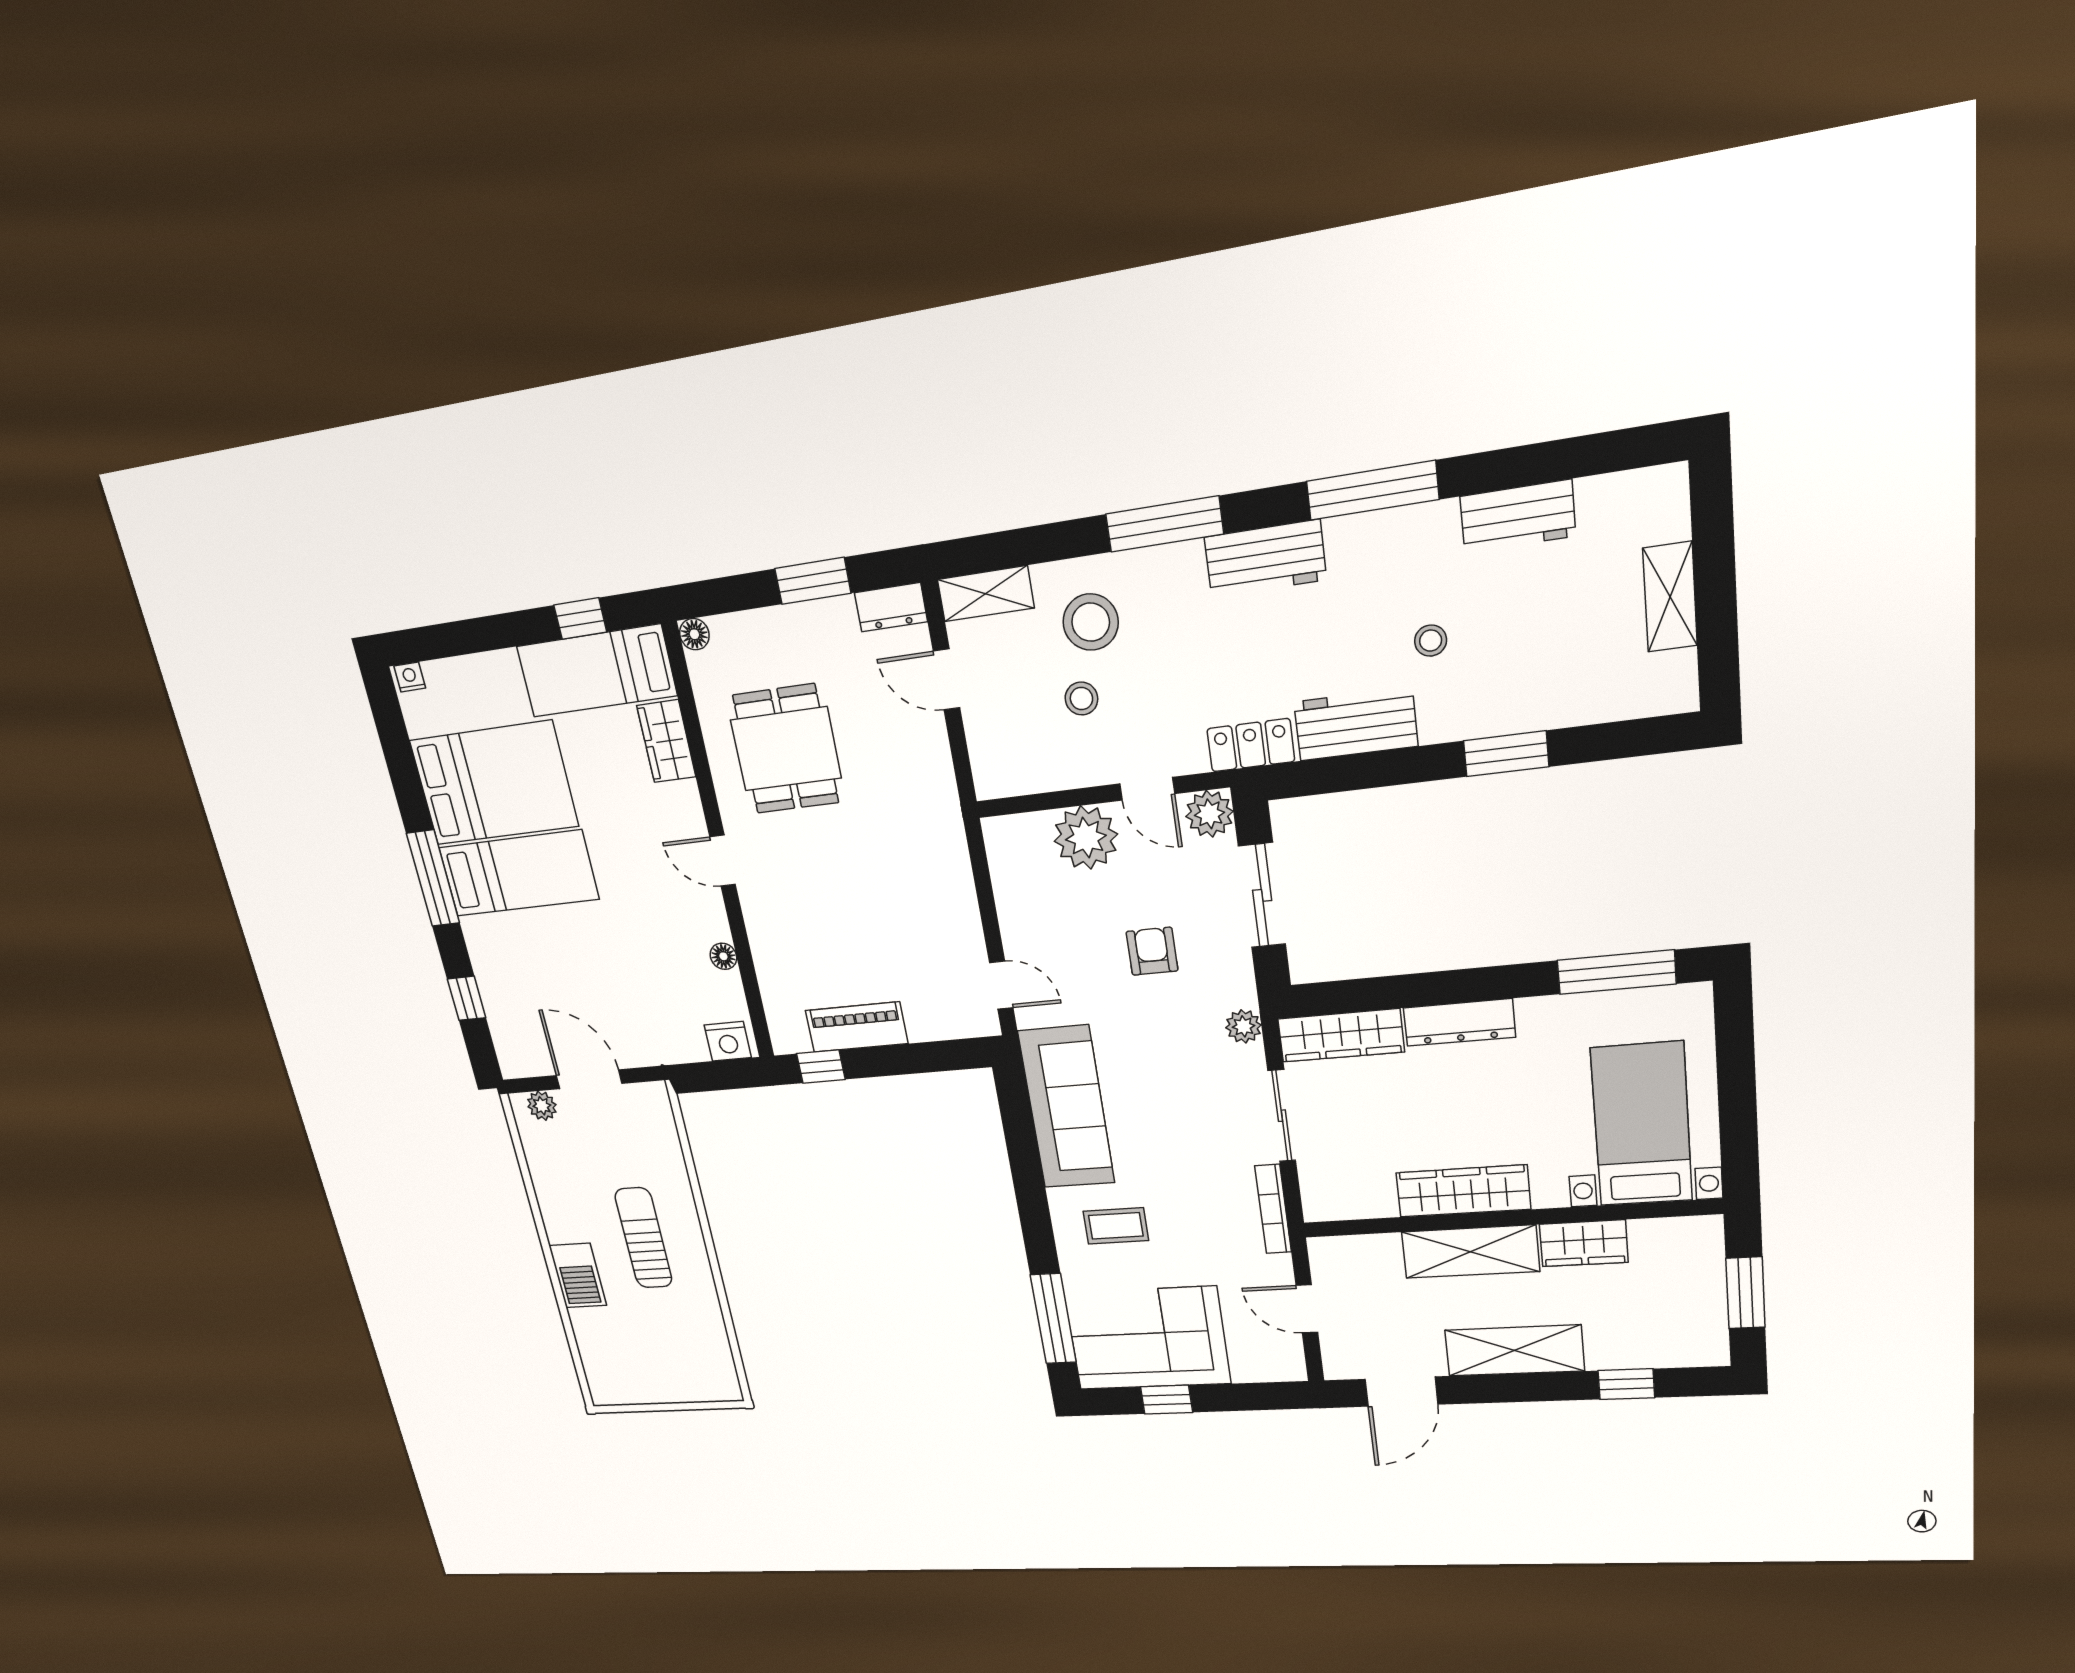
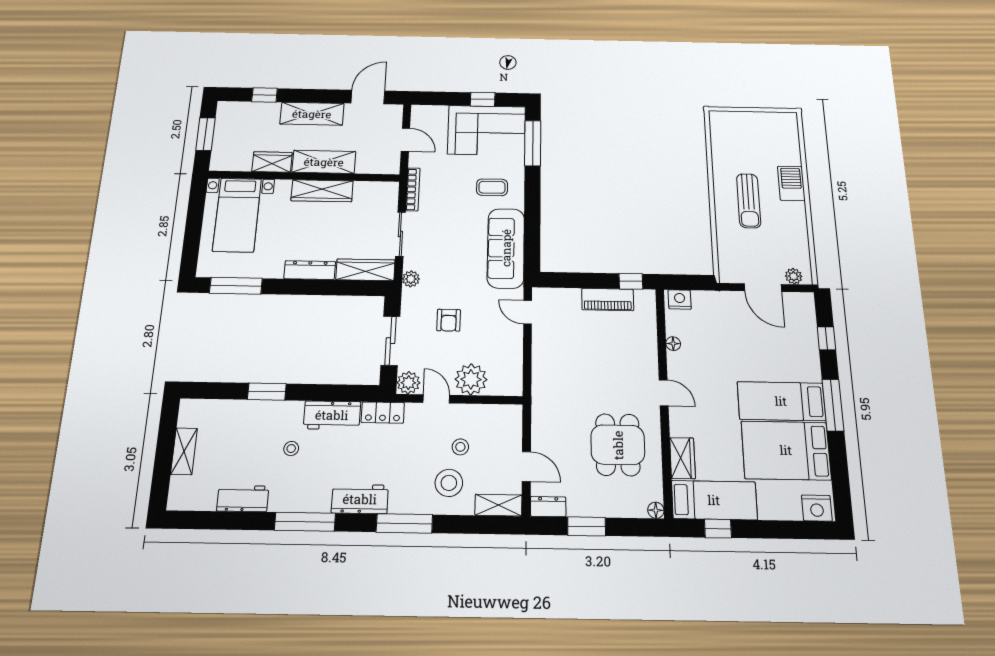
nightstand: (410, 677) -> (817, 508), width x1.89, depth x1.79

